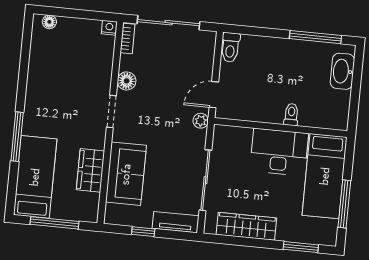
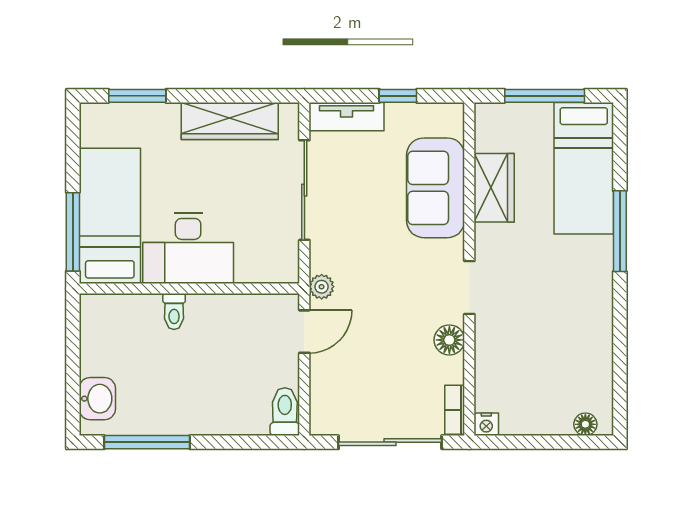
washbasin: (342, 71) -> (97, 399), width x0.72
window: (344, 204) -> (73, 232), moved

